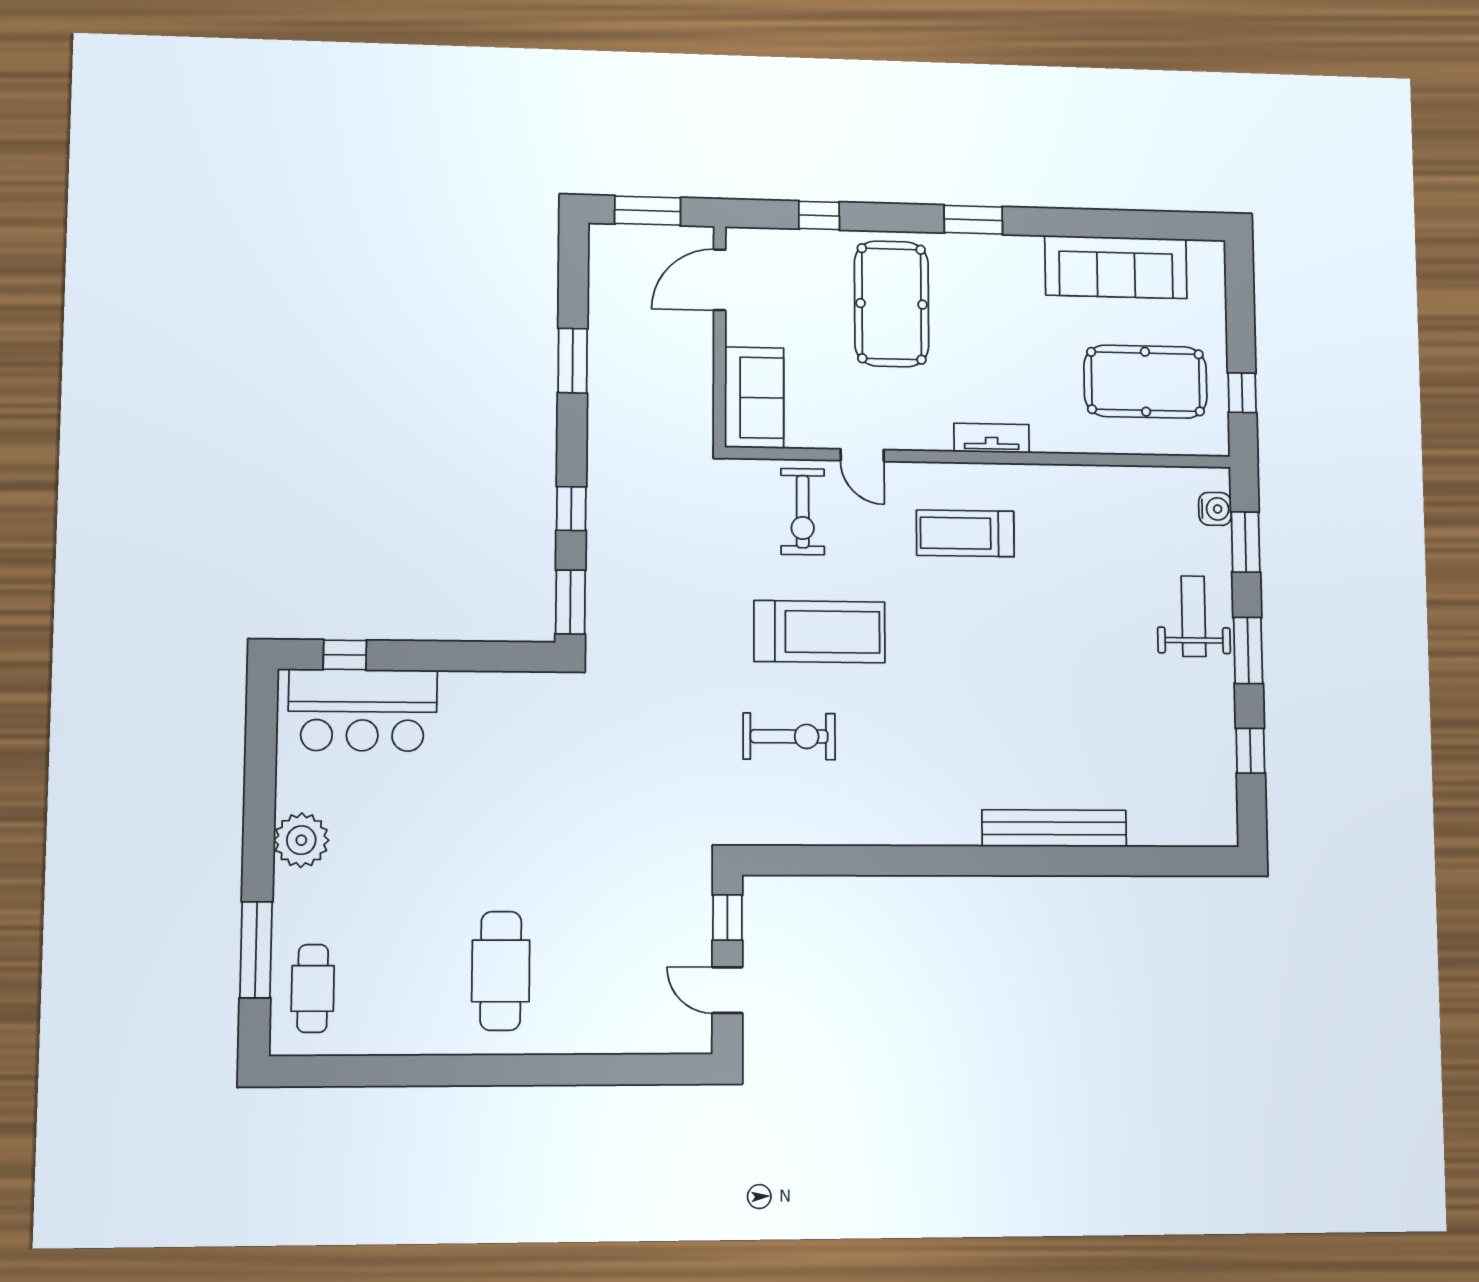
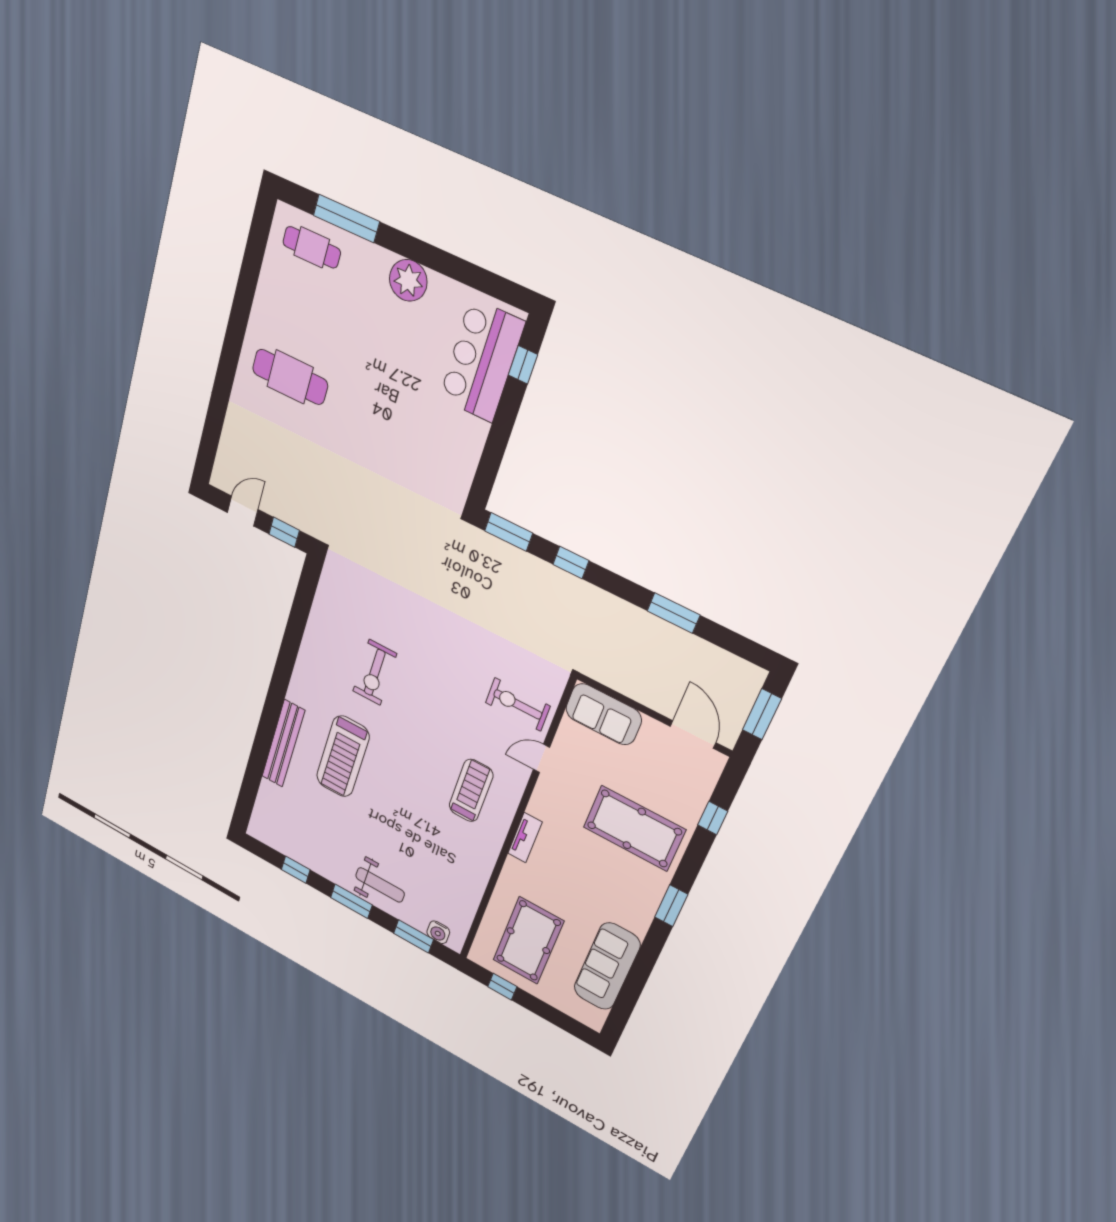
treadmill: (820, 632) -> (343, 756), moved
exercise bike: (789, 736) -> (375, 672), moved

